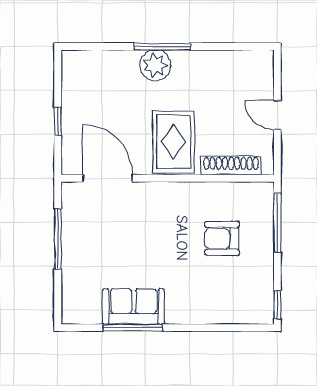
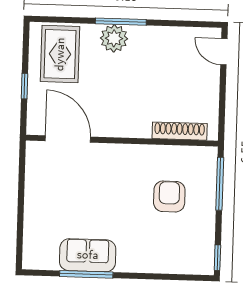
door: (277, 115) -> (224, 52), moved
rug: (173, 142) -> (60, 54), moved
window: (58, 239) -> (21, 192), removed
armchair: (222, 239) -> (169, 196), turned 90

